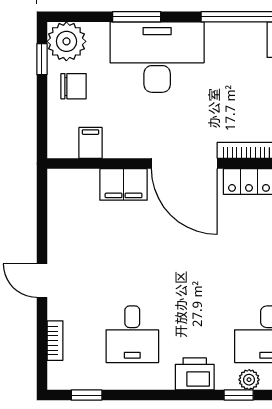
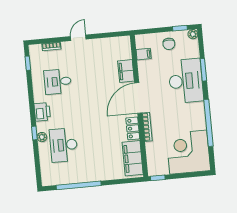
plant: (66, 41) -> (193, 34), width x0.53, depth x0.53

